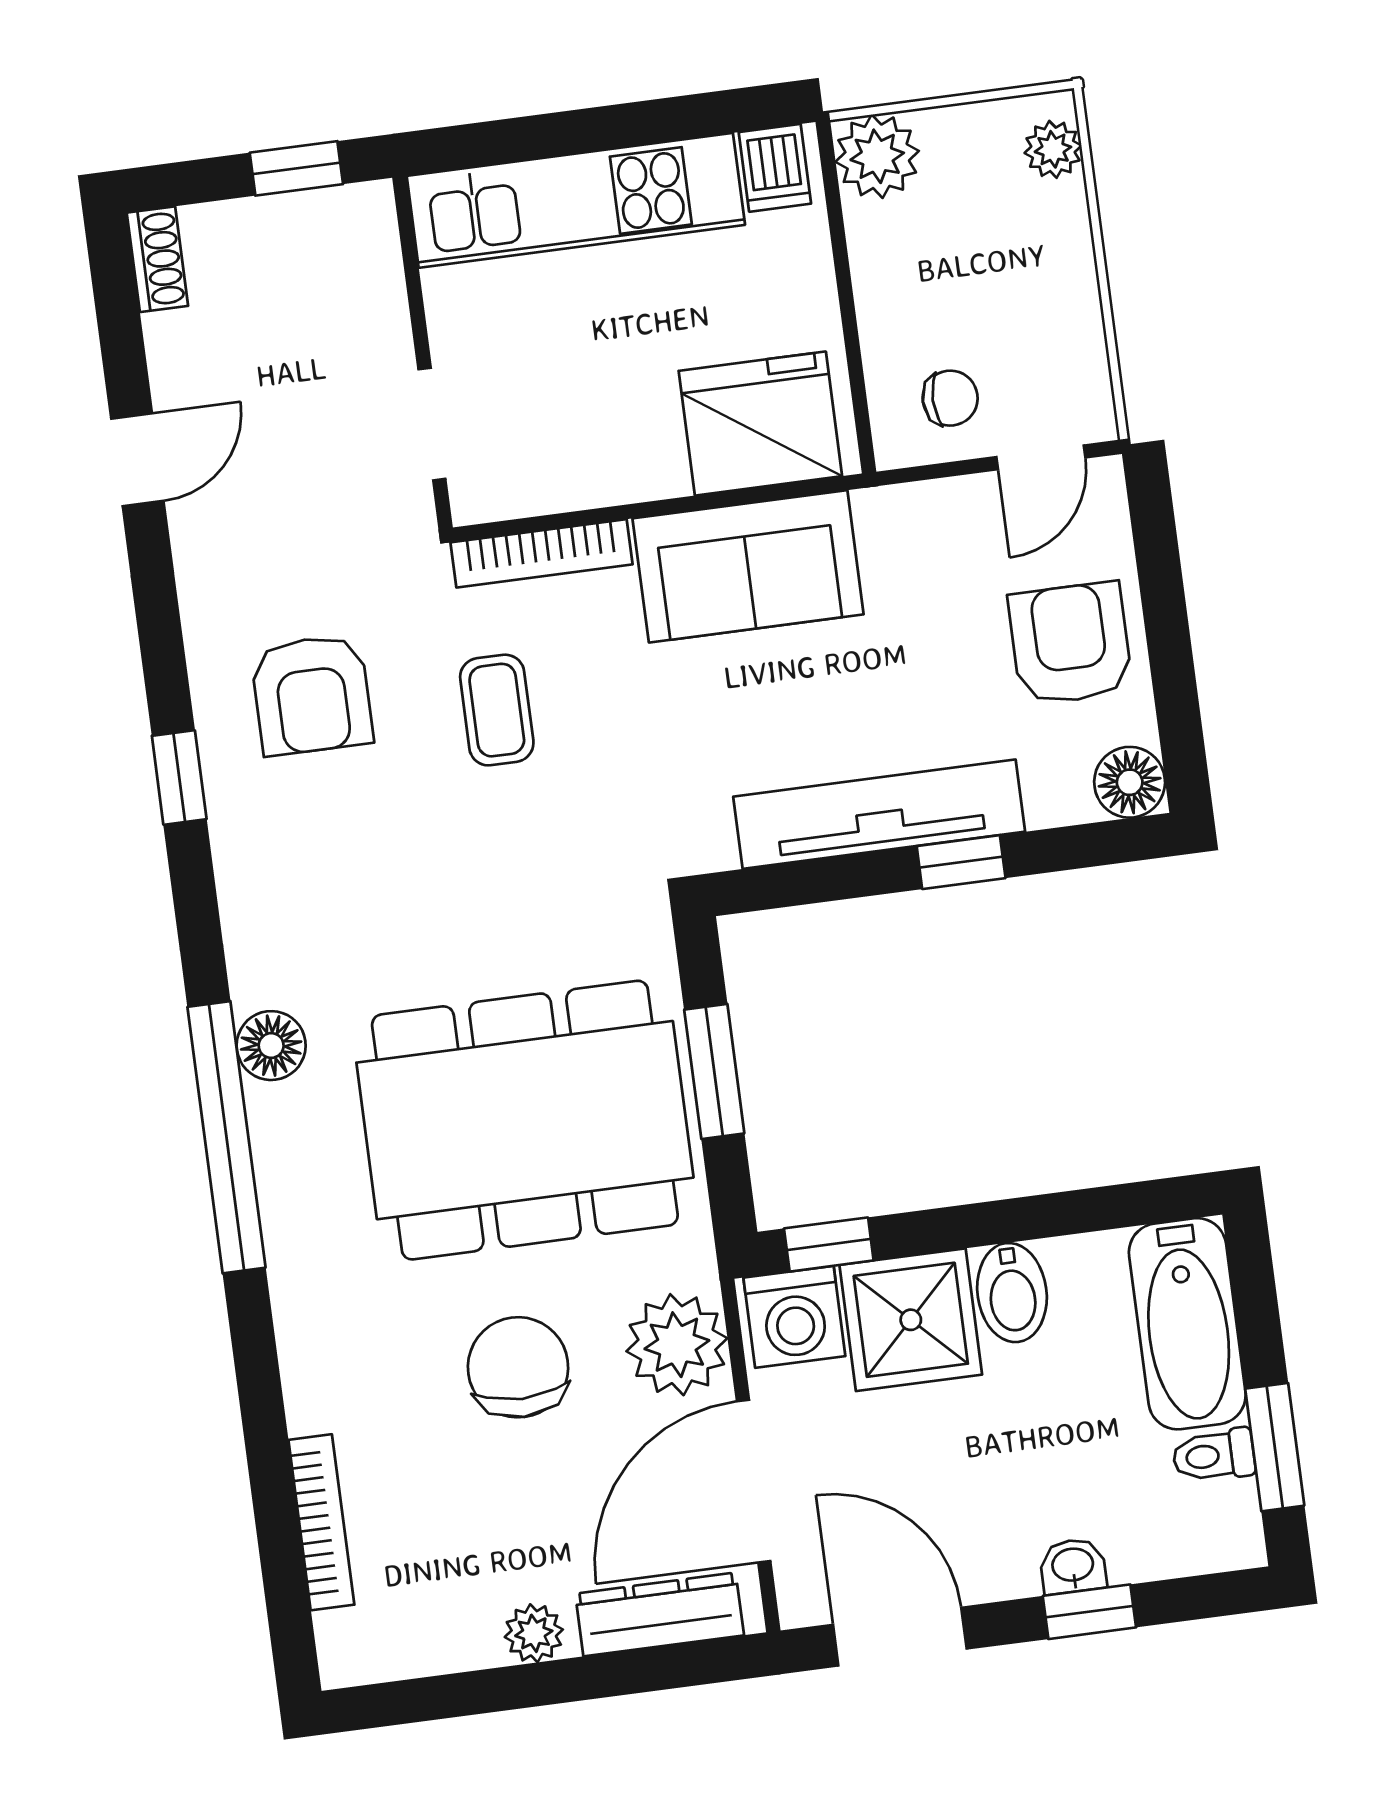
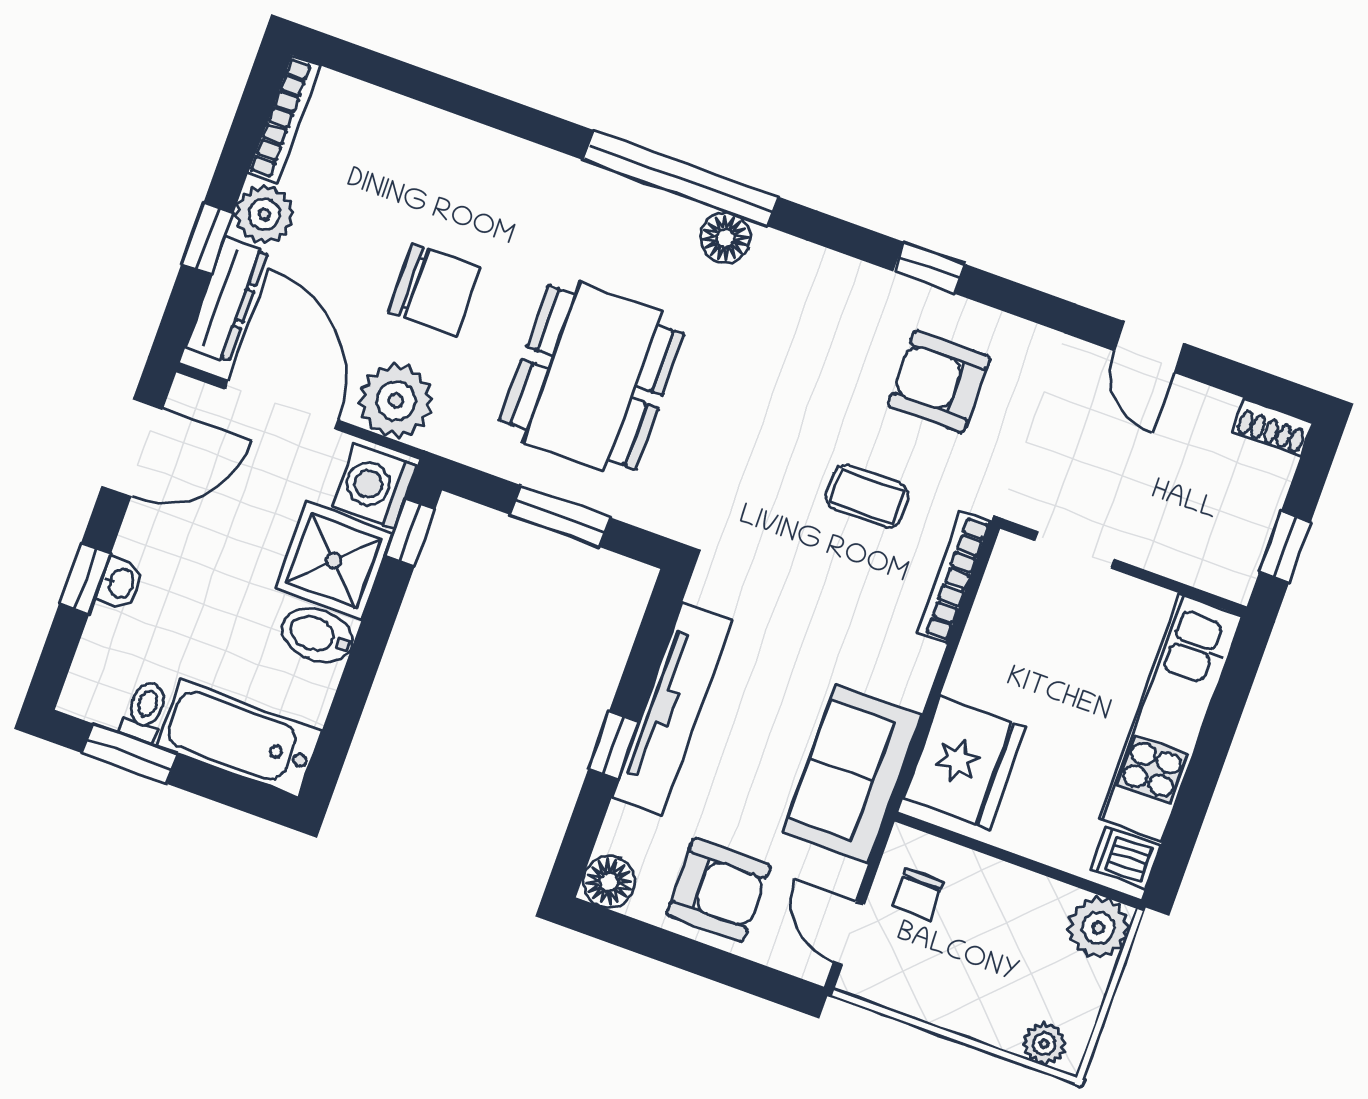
sofa: (748, 566) -> (852, 774), moved
dining table: (525, 1120) -> (592, 377), width x0.73, depth x0.80
bookcase: (321, 1522) -> (284, 119), moved, turned -90
plant: (534, 1633) -> (264, 214), width x1.38, depth x1.38
window: (598, 1676) -> (207, 239), added

